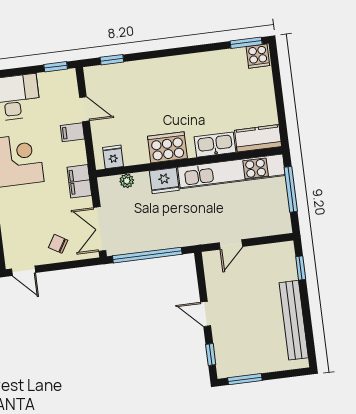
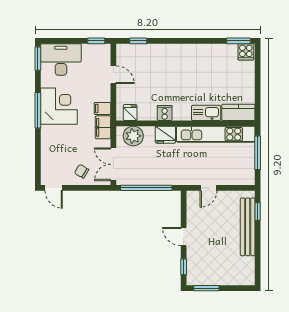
filing cabinet: (72, 132) -> (103, 108), moved
cooker: (167, 147) -> (165, 113), width x0.53, depth x0.76
plant: (127, 181) -> (133, 136), width x1.87, depth x1.87
bench: (294, 320) -> (248, 227), moved

